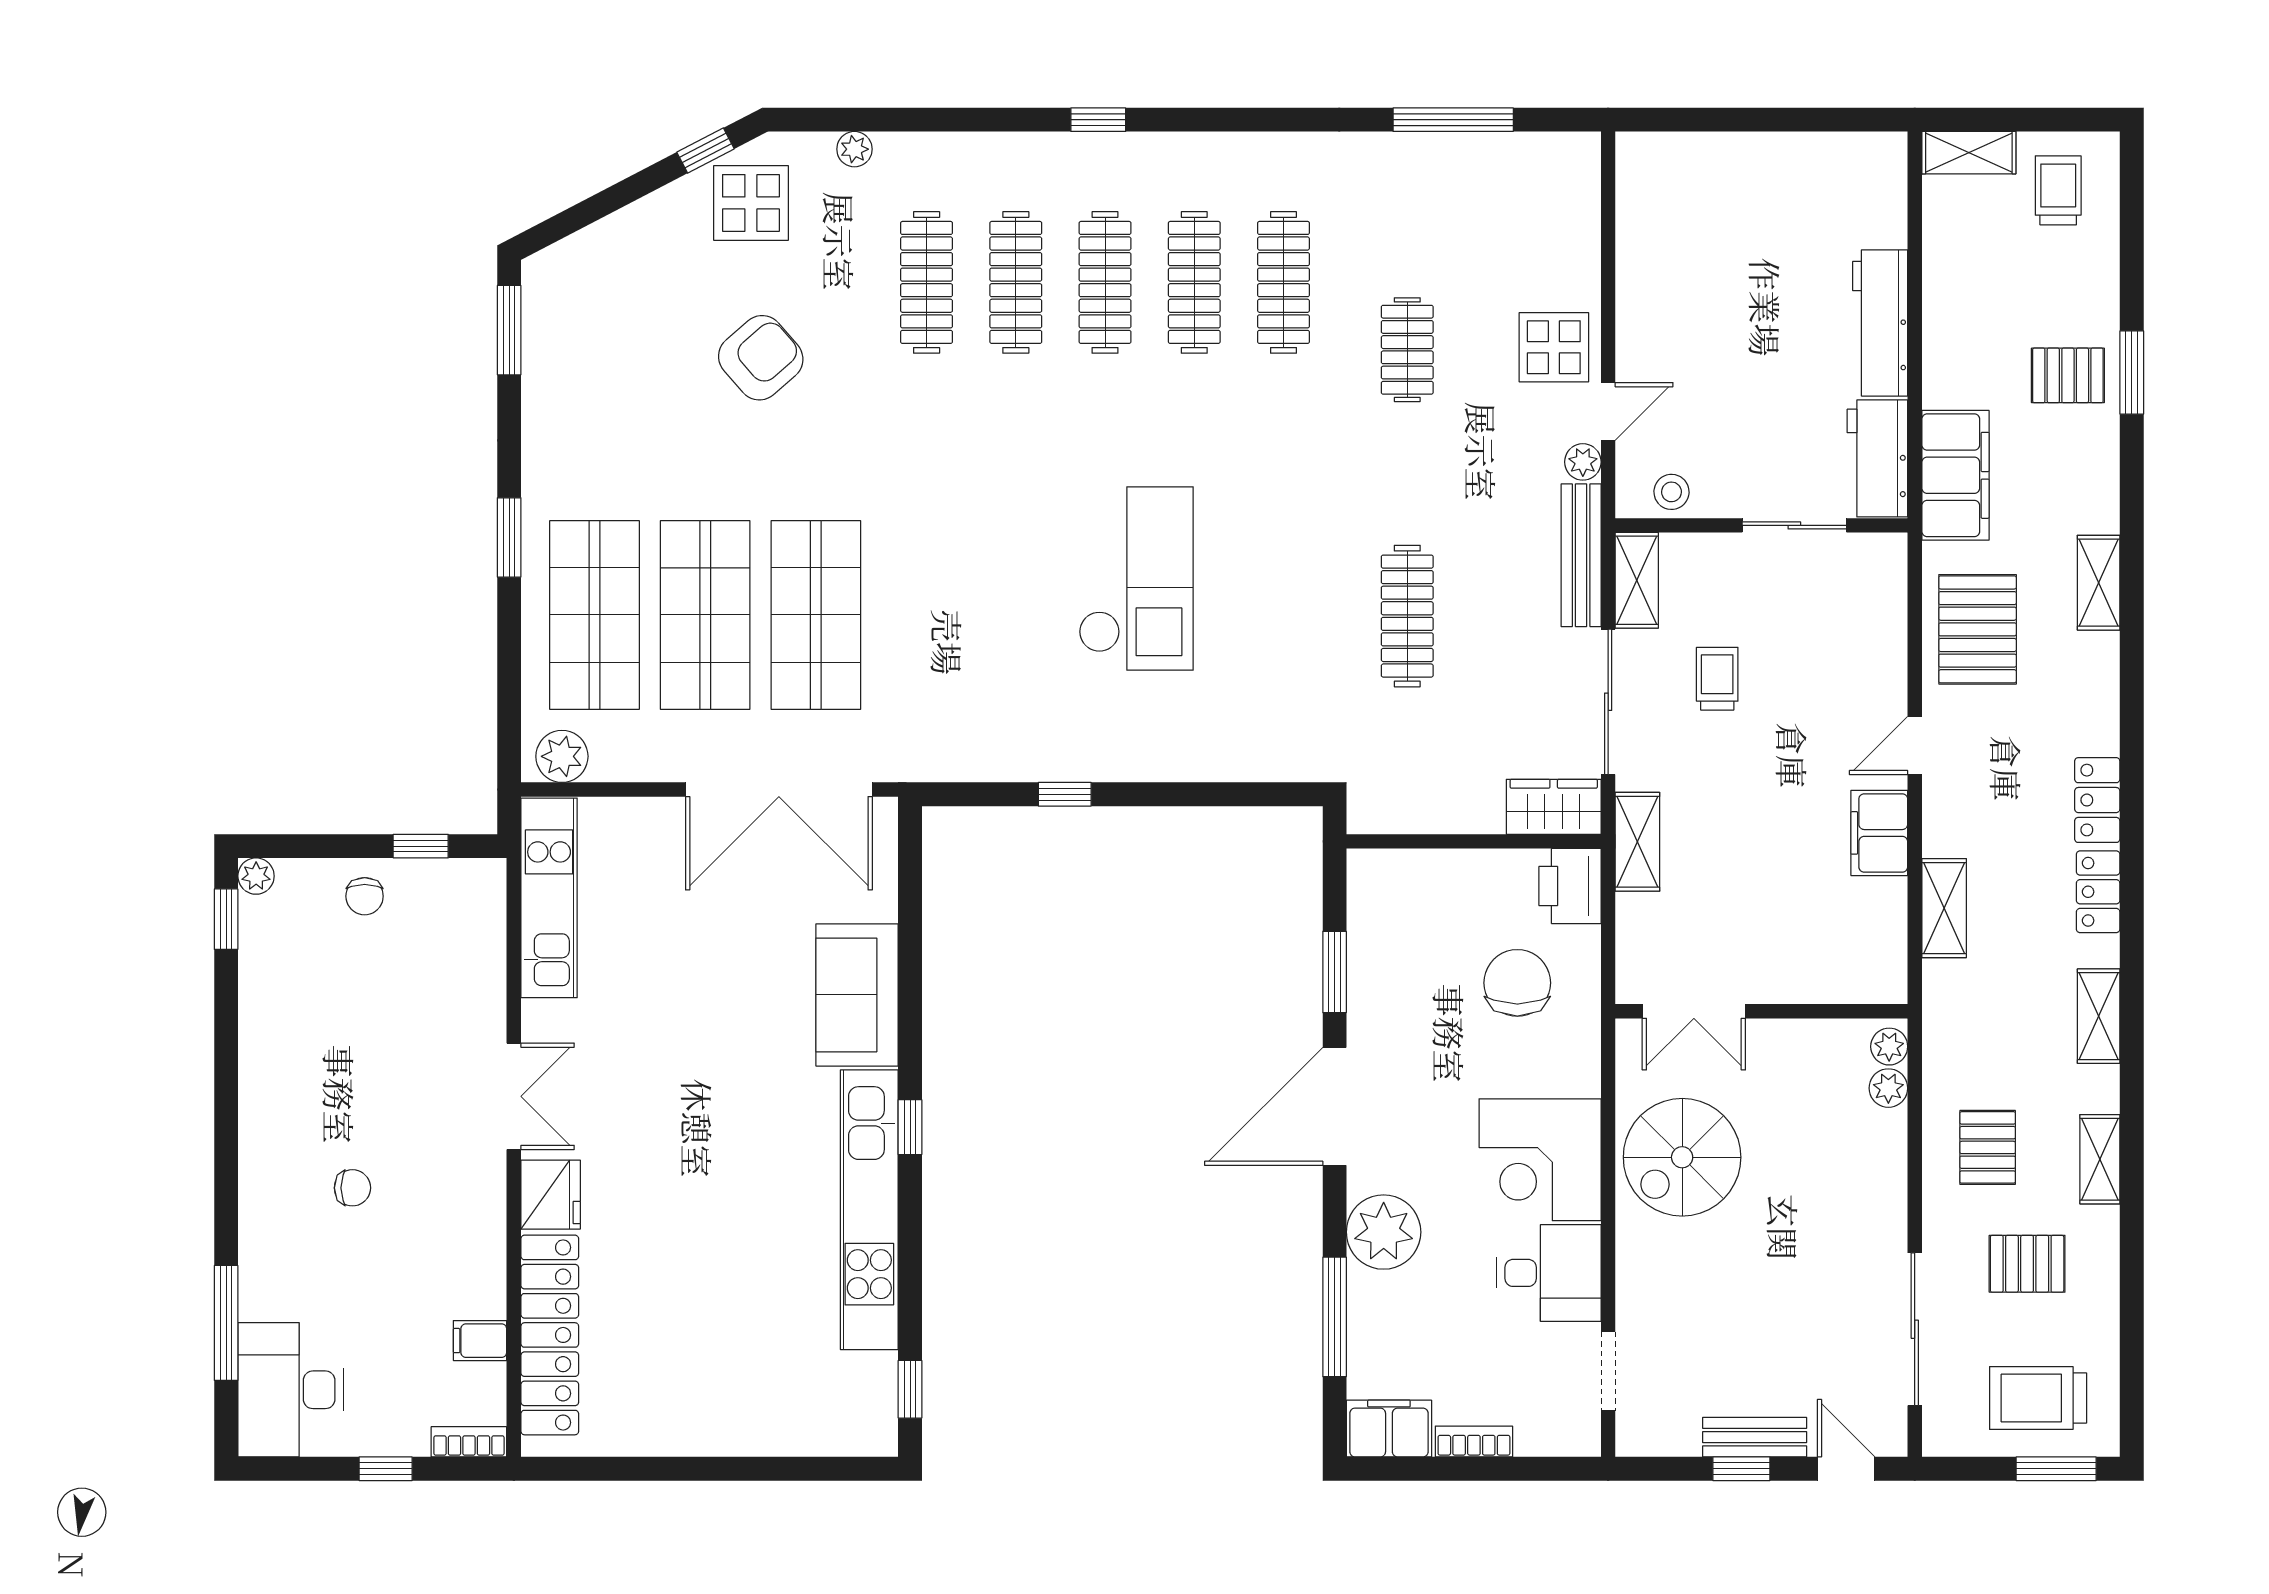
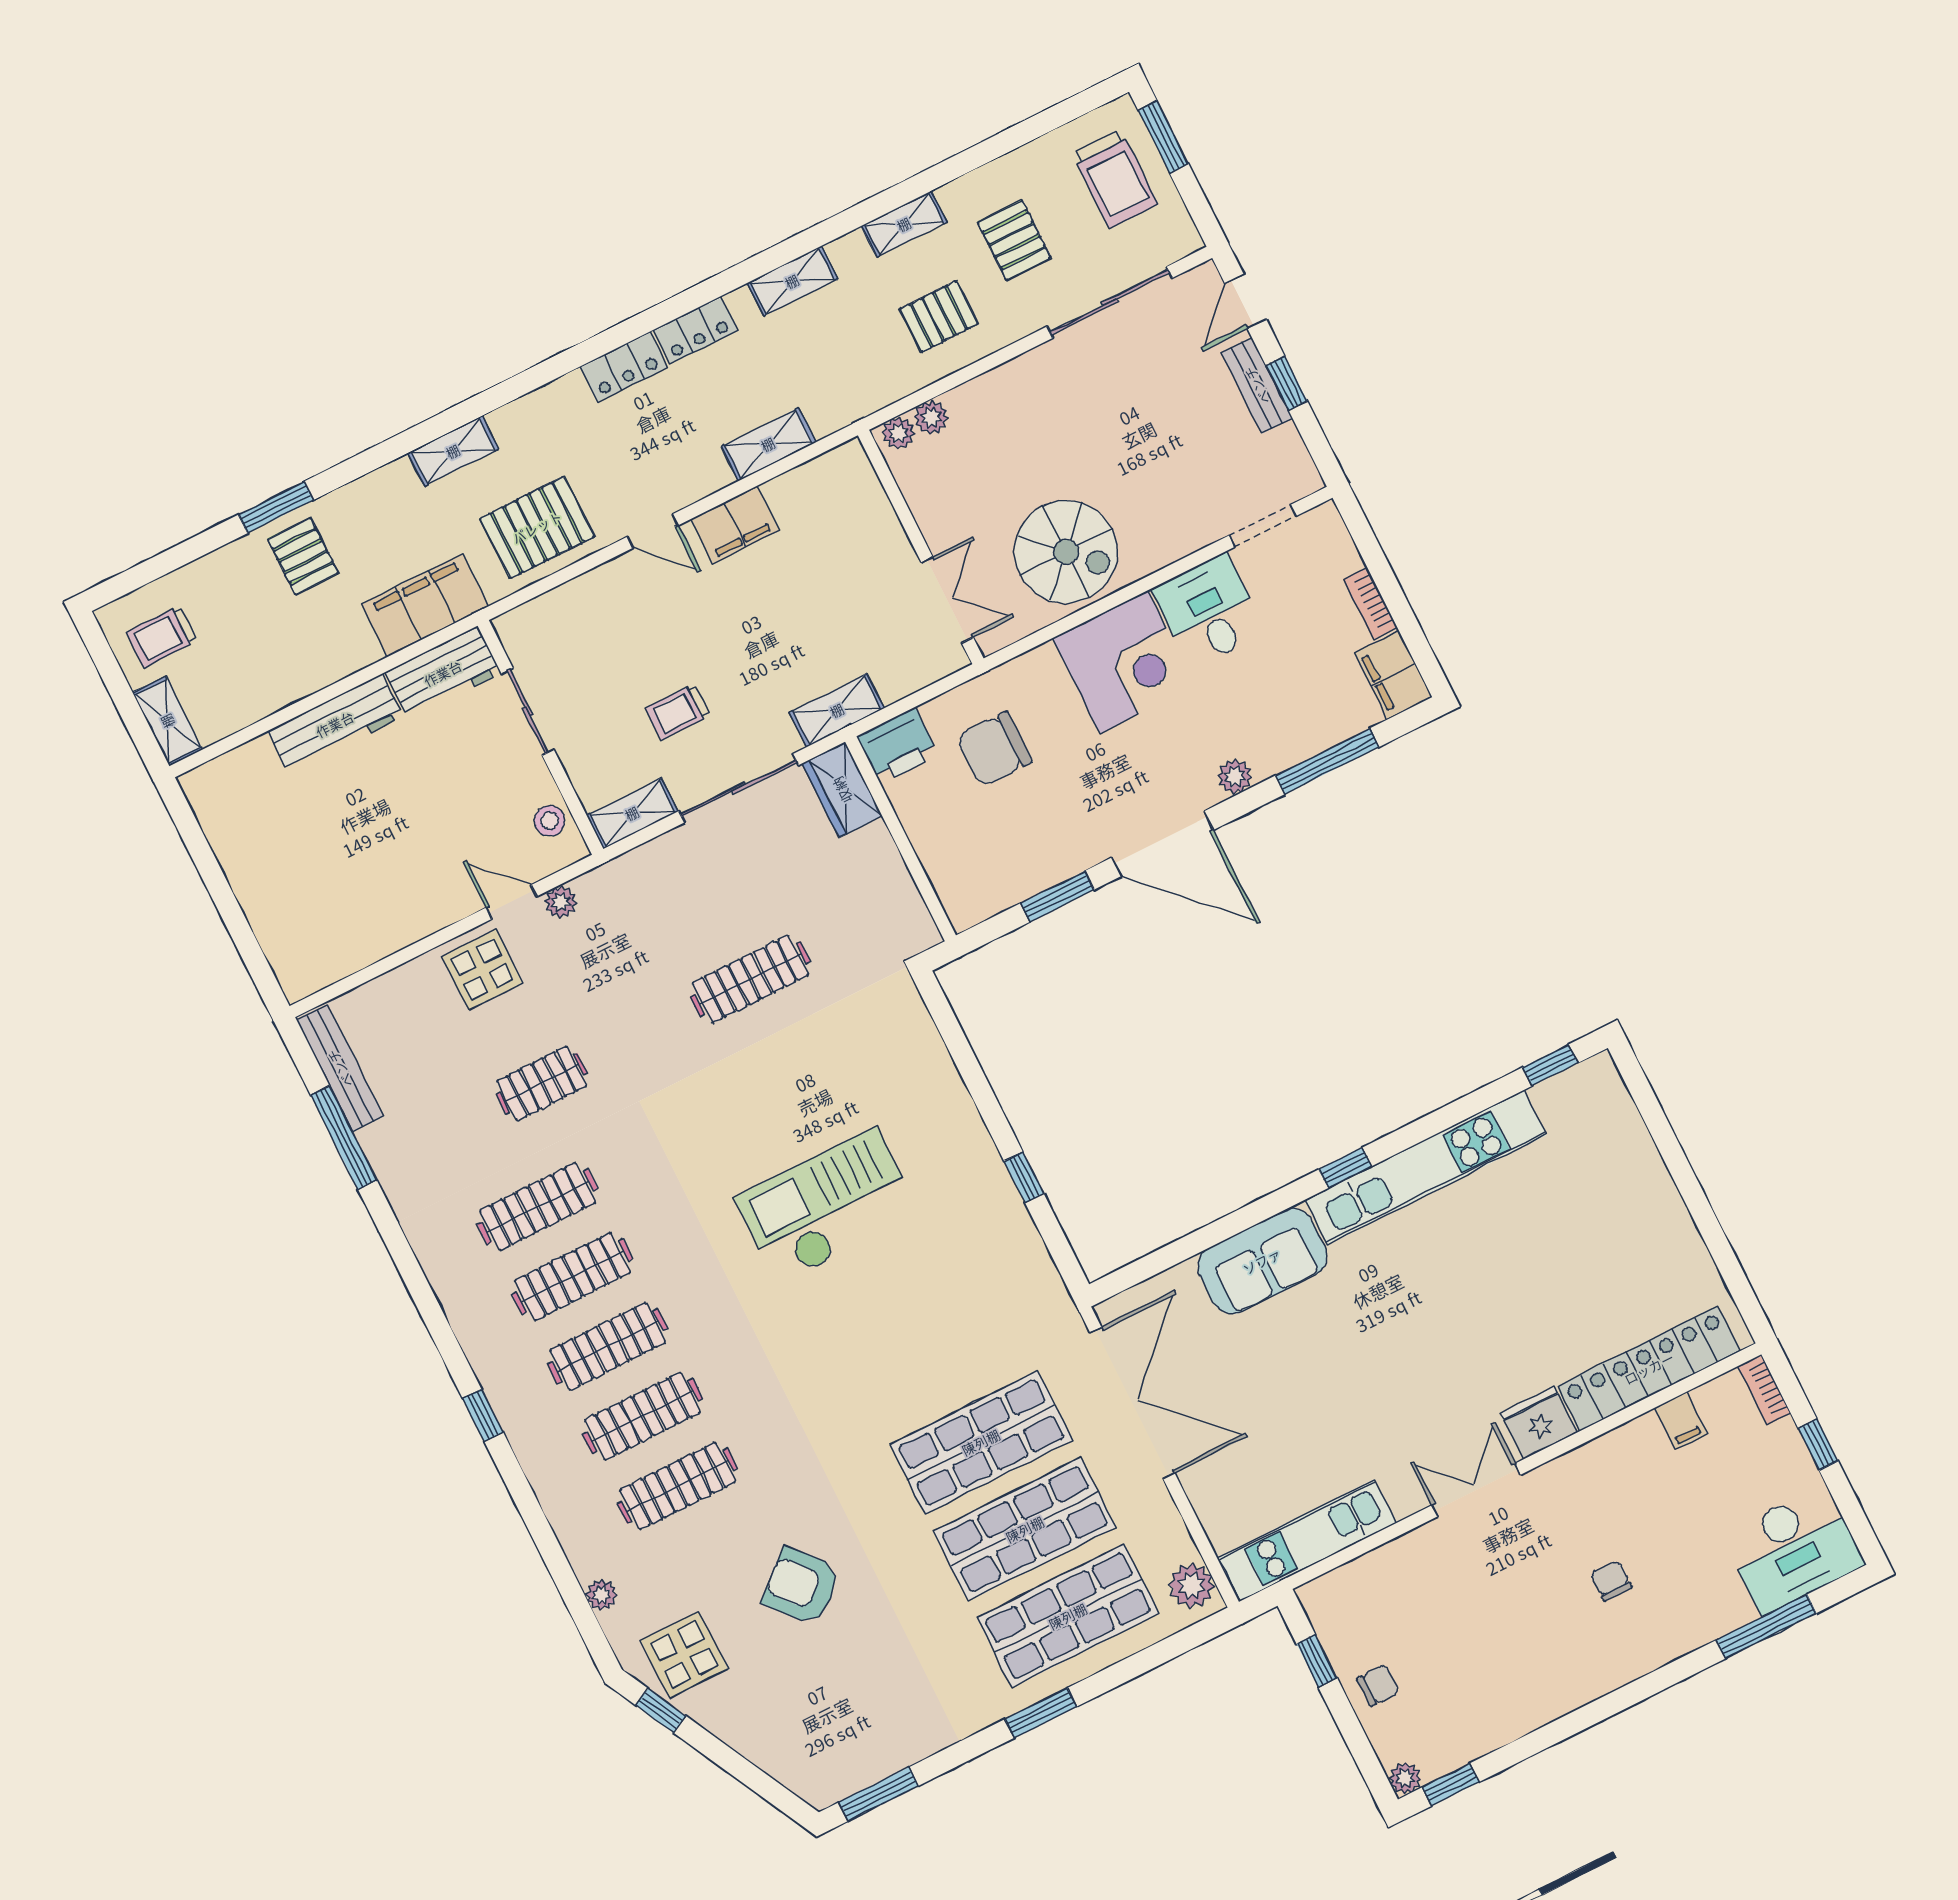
bench: (1581, 555) -> (340, 1068), moved, turned 90
plant: (1384, 1232) -> (1235, 777), width x0.53, depth x0.53

